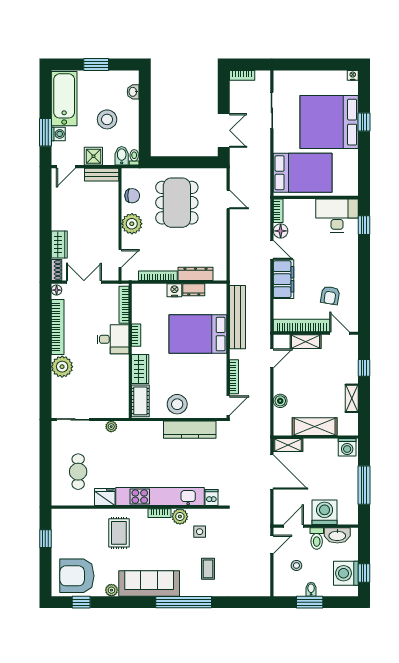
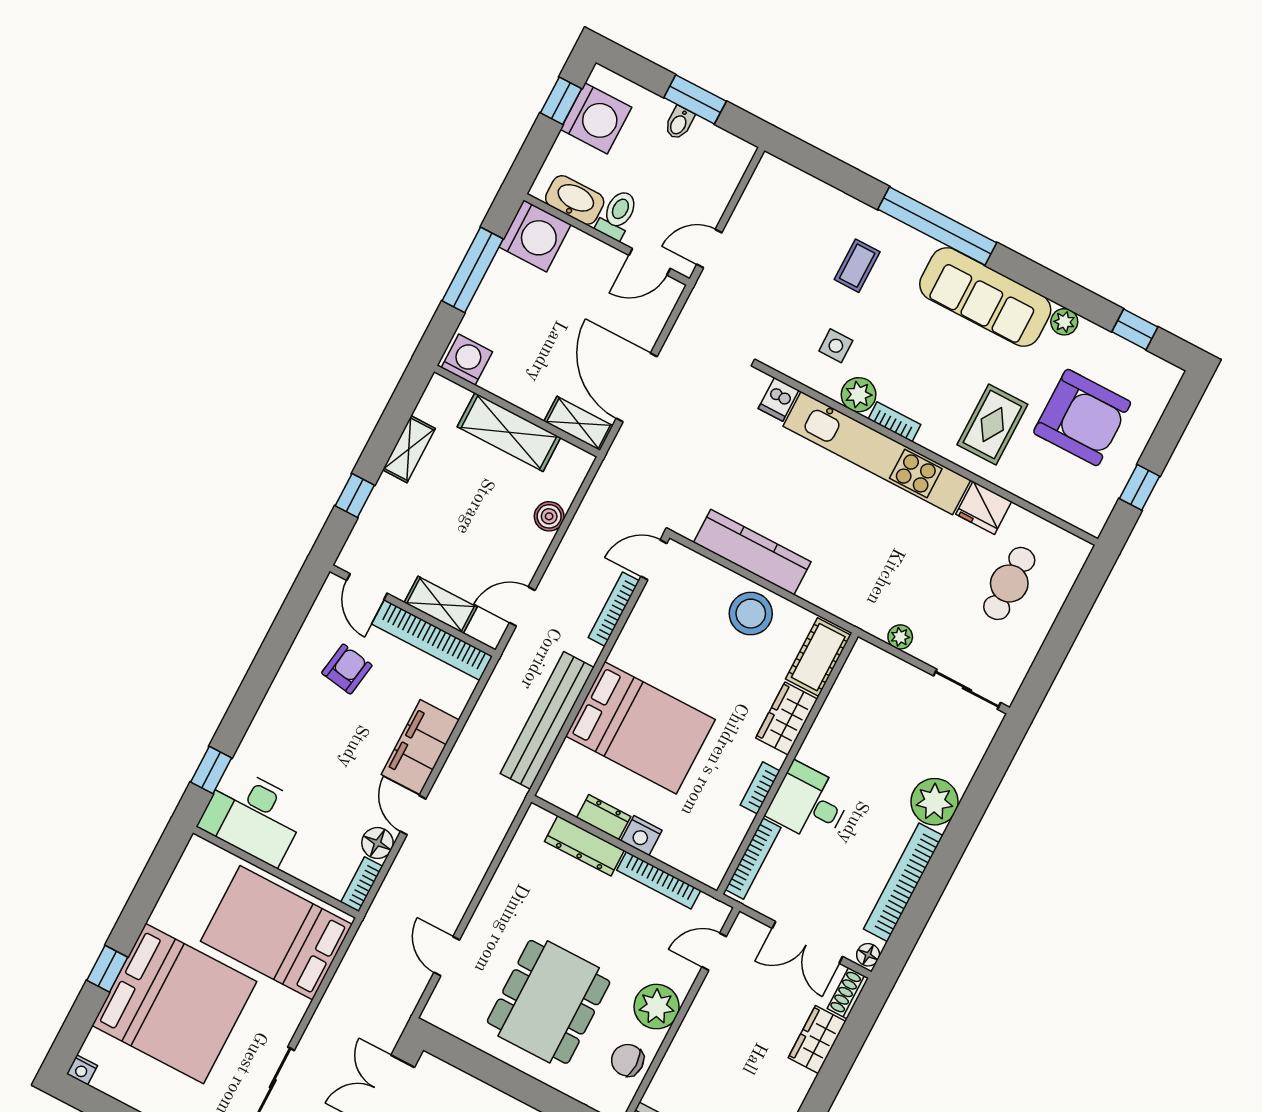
washing machine: (325, 512) -> (535, 236), moved, turned -90
stool: (296, 565) -> (683, 183), removed
armchair: (77, 576) -> (1082, 417), moved

